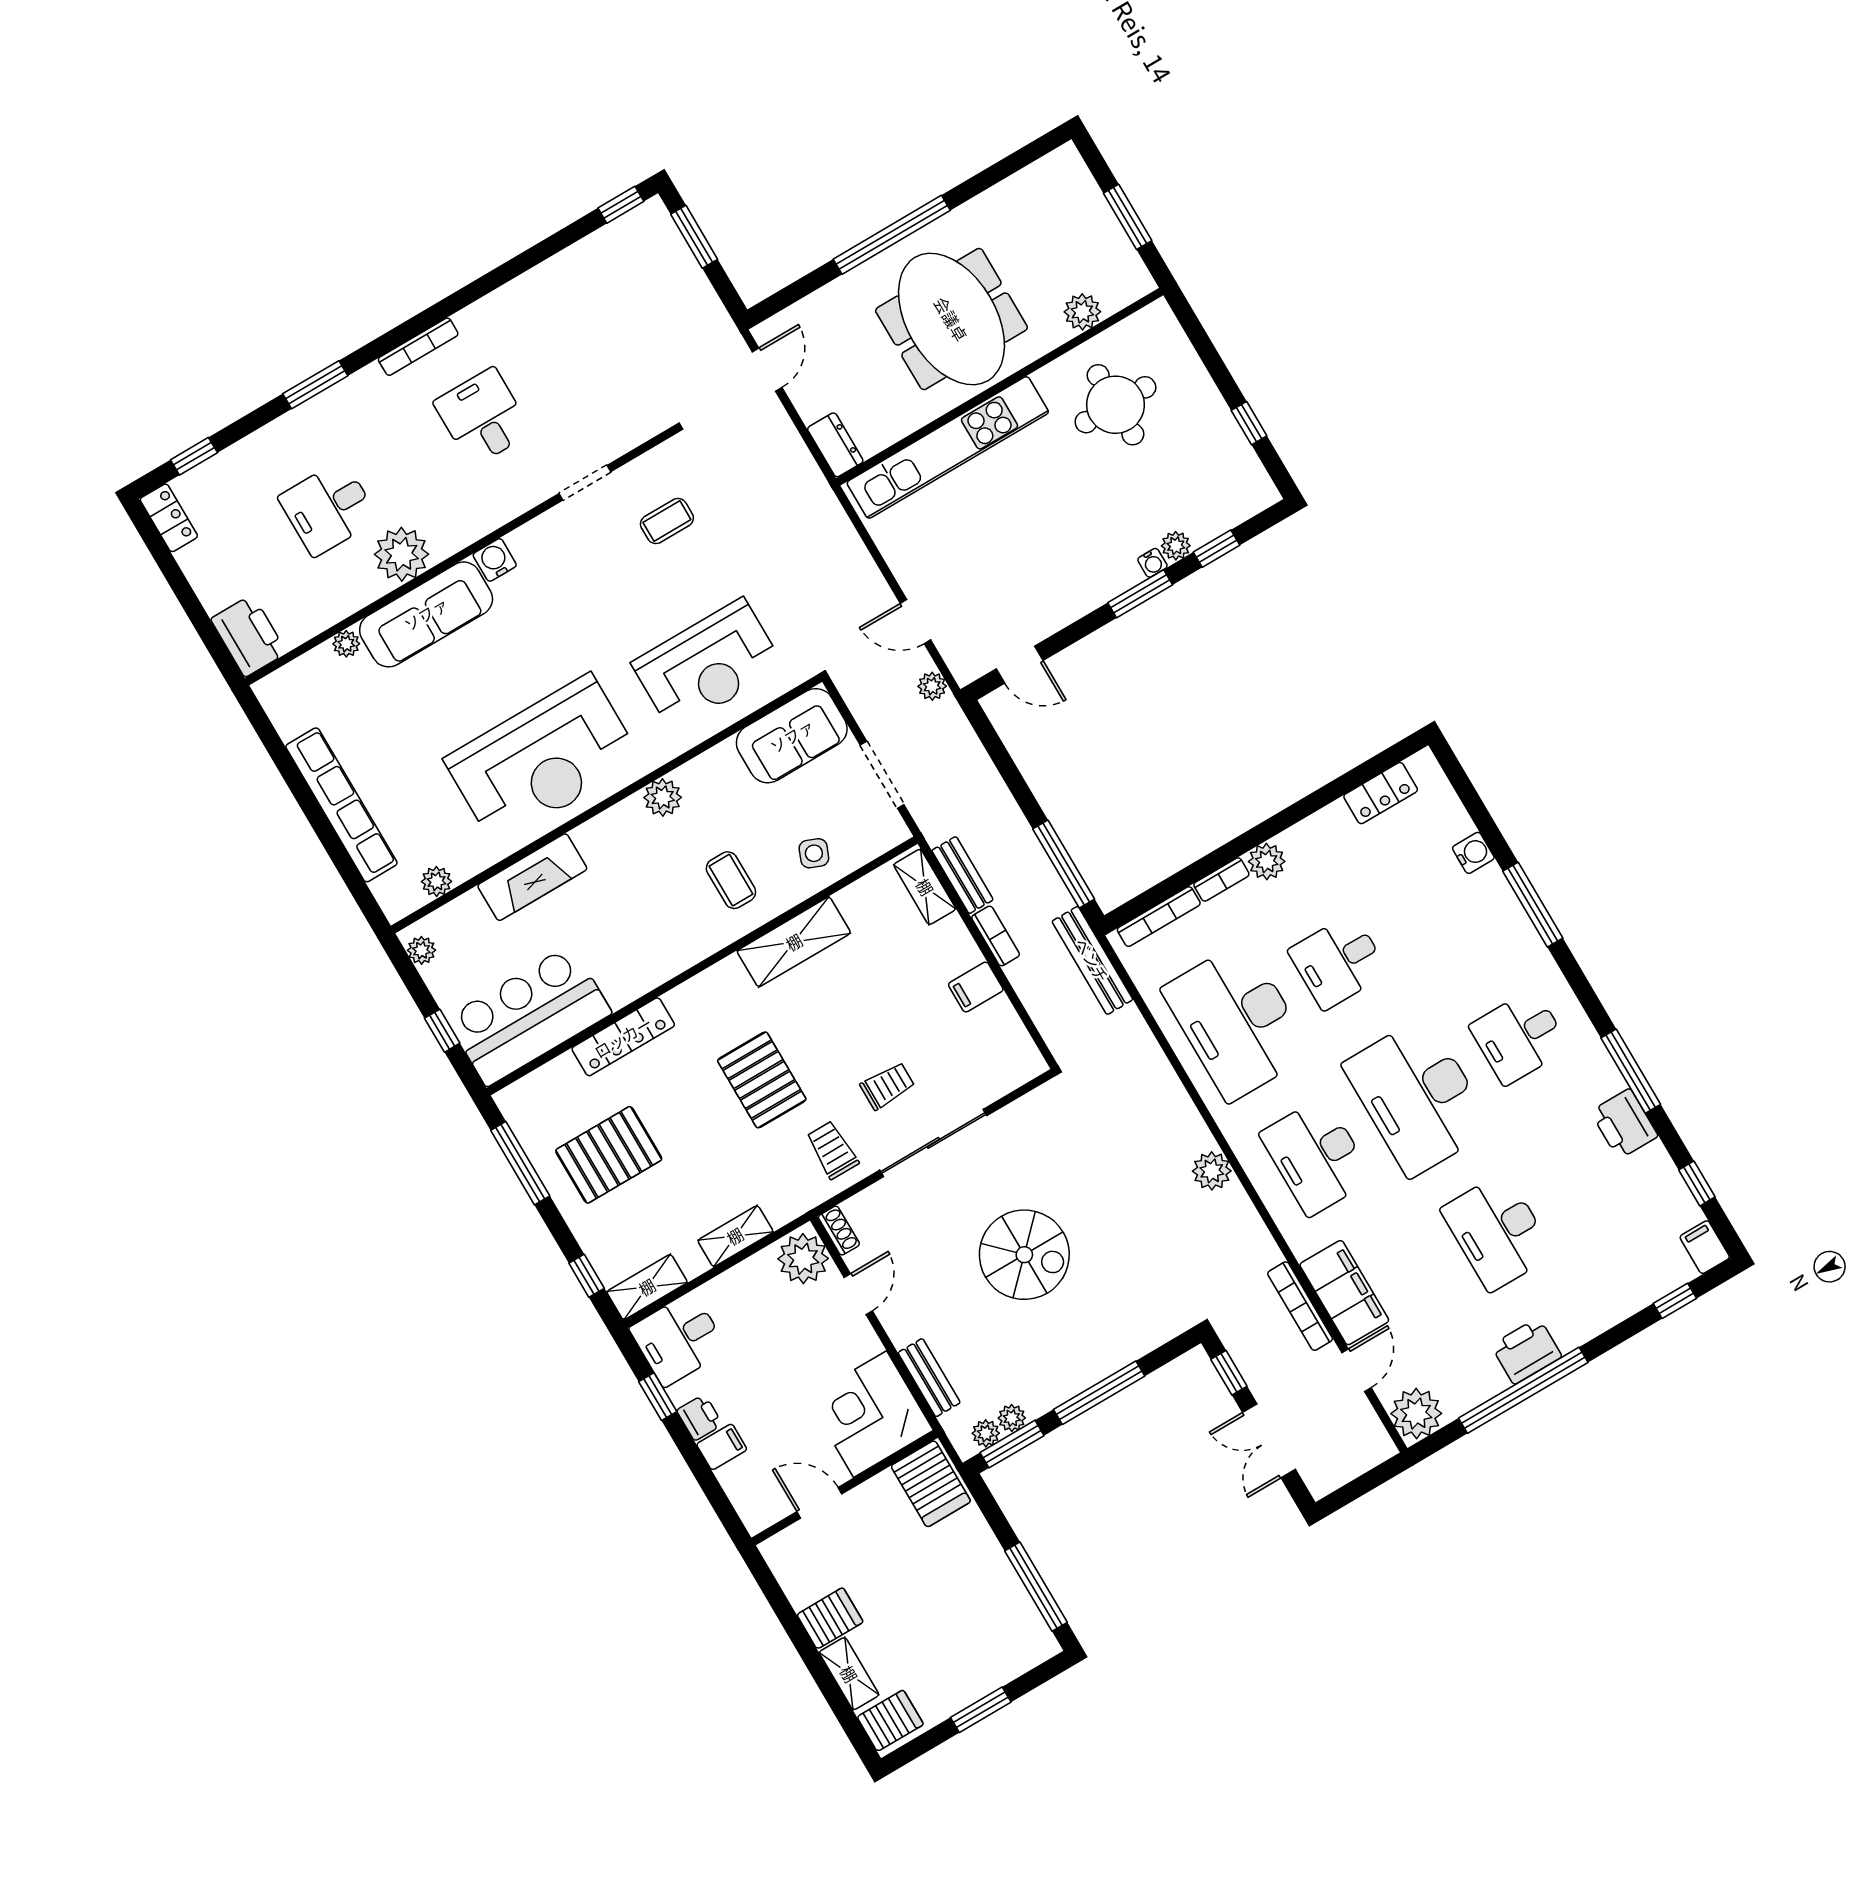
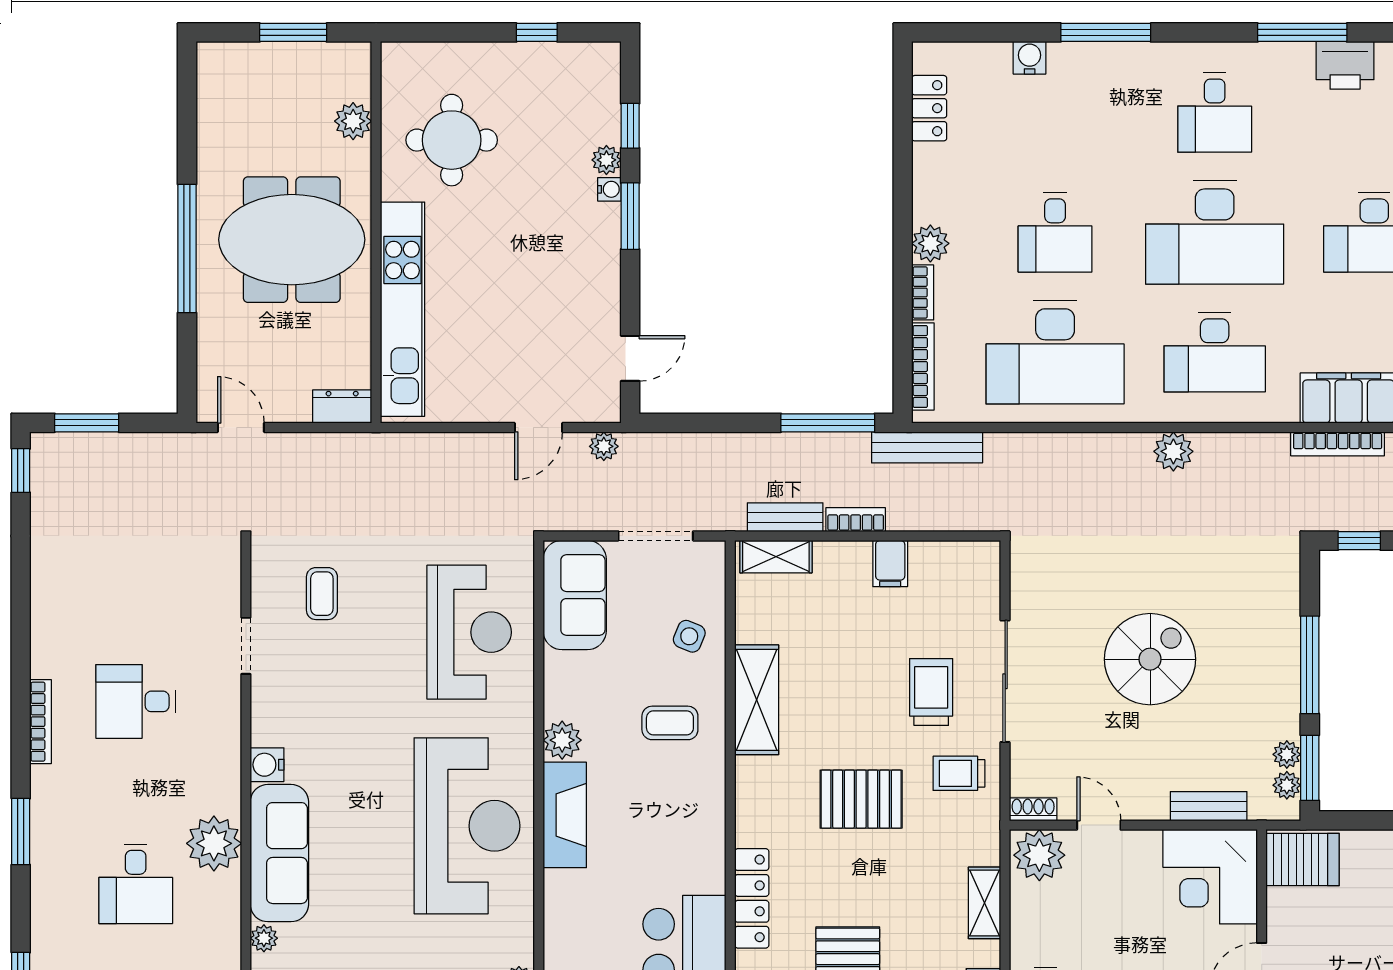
fireplace: (532, 877) -> (565, 815), moved
trolley: (887, 1086) -> (931, 692), width x1.36, depth x1.39

